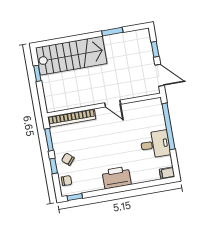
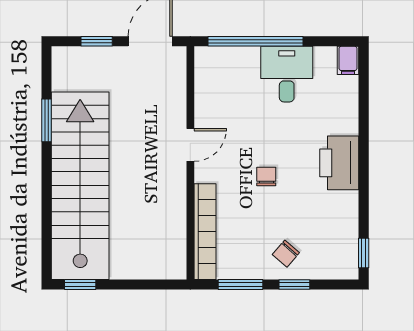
stairs: (71, 56) -> (80, 186), width x1.36
window: (37, 73) -> (80, 285), moved
chair: (66, 181) -> (266, 177), moved

